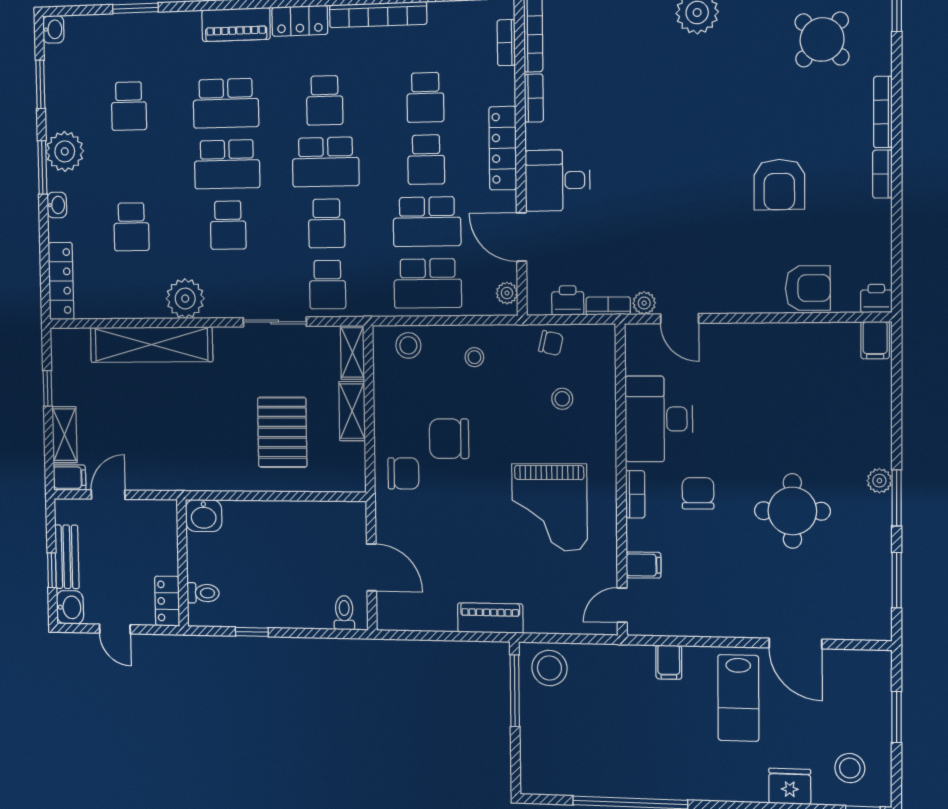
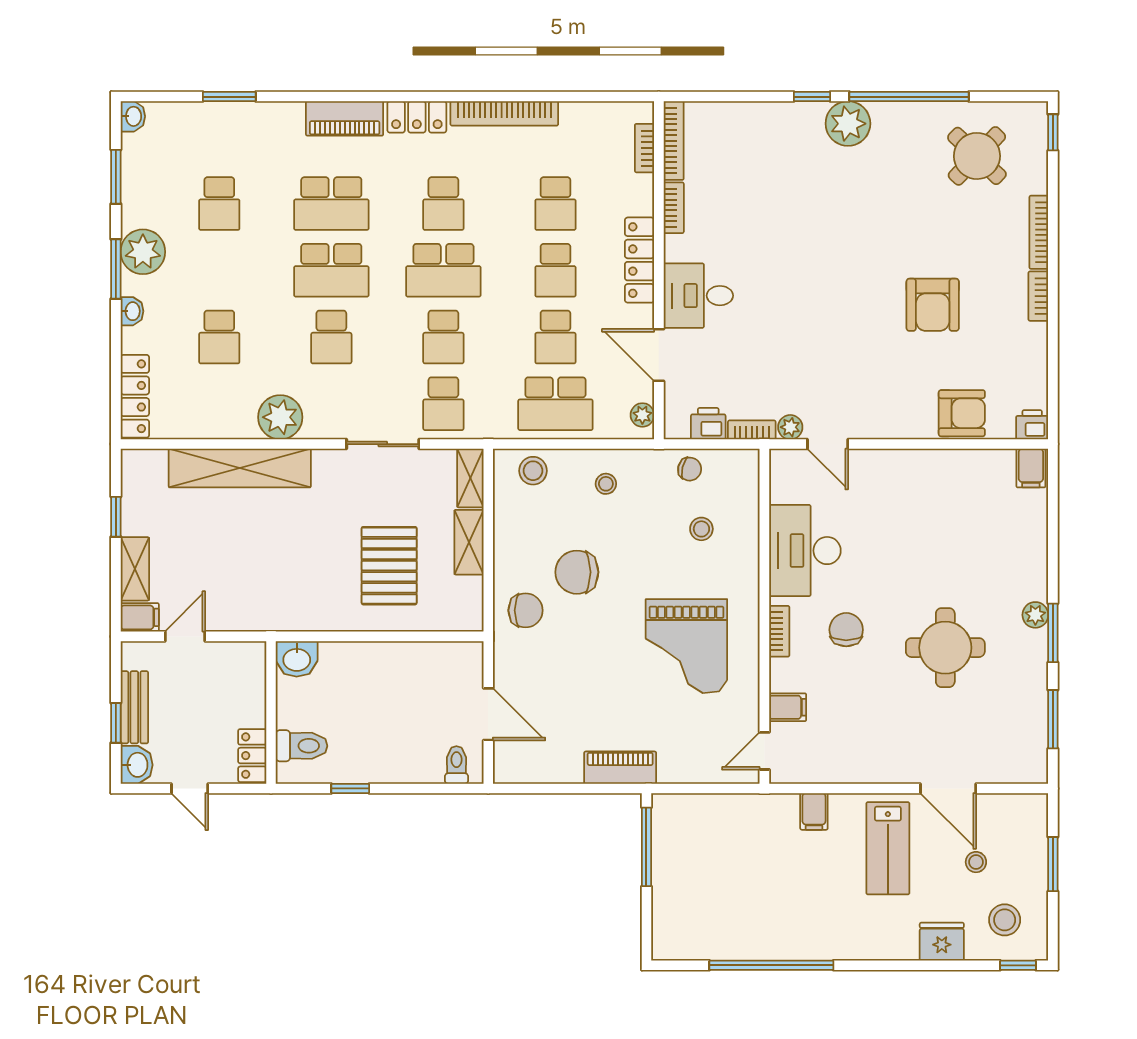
school desk: (427, 222) -> (555, 337), width x0.54
toilet: (203, 593) -> (301, 746), width x1.37, depth x1.39
stool: (549, 668) -> (976, 862), moved, width x0.53, depth x0.53

